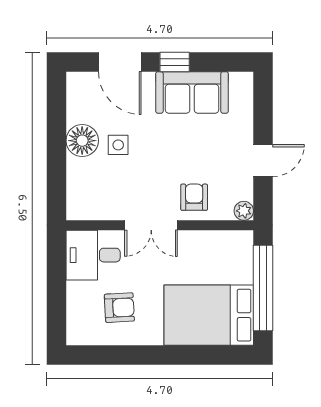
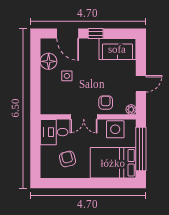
sofa: (192, 92) -> (117, 49), moved
floor lamp: (82, 141) -> (49, 61), moved
side table: (213, 249) -> (115, 129), added
armchair: (119, 308) -> (67, 159), turned -101

